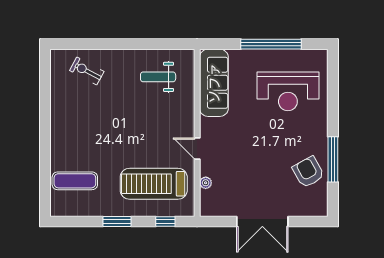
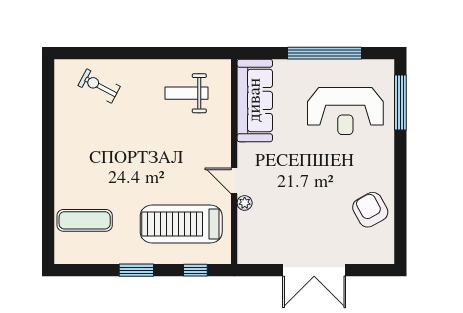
window: (333, 159) -> (400, 102), moved
plant: (206, 183) -> (245, 203), moved

